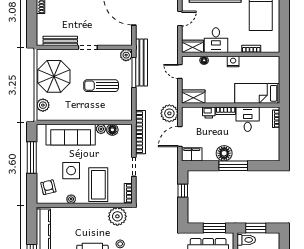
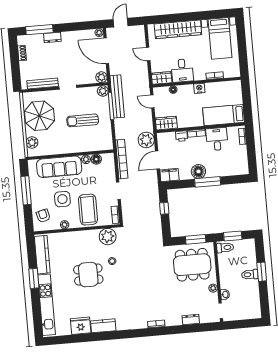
door: (180, 19) -> (148, 54), swing flipped
plant: (126, 40) -> (101, 77), added

